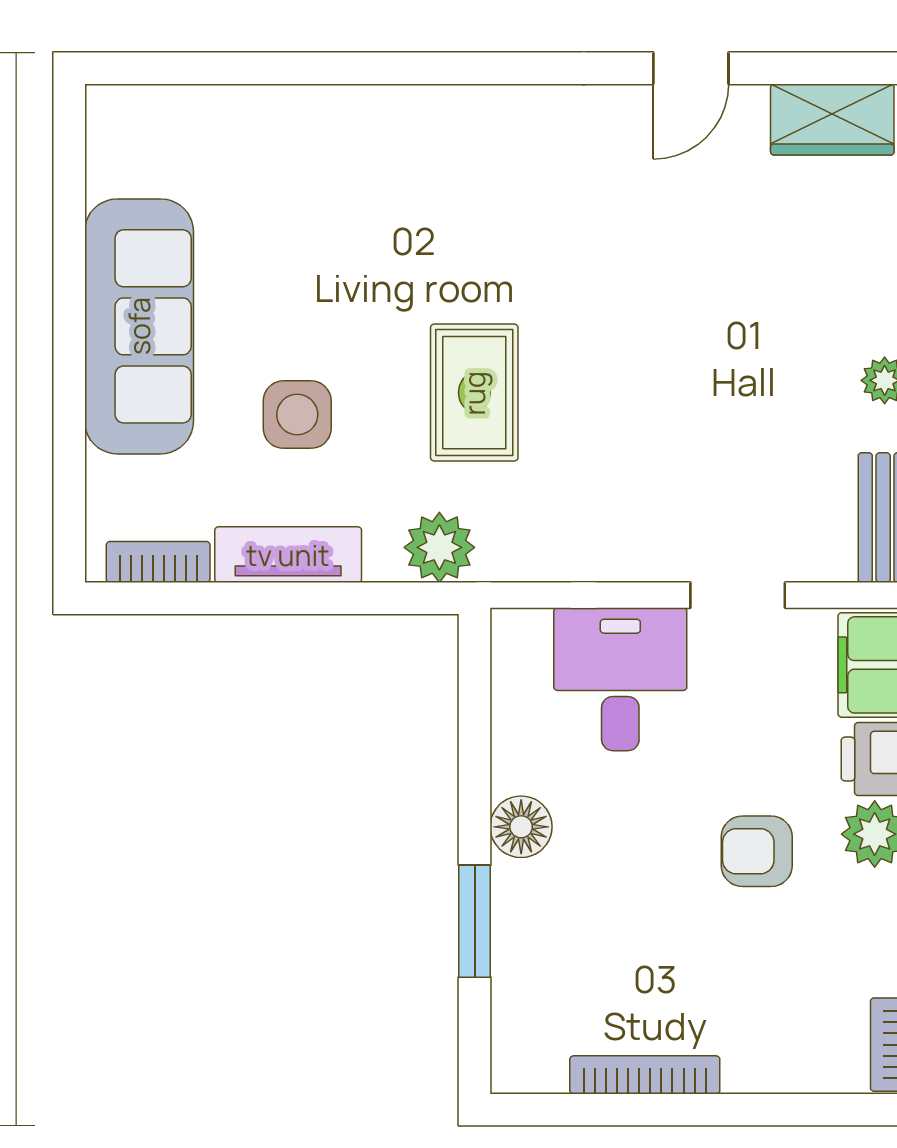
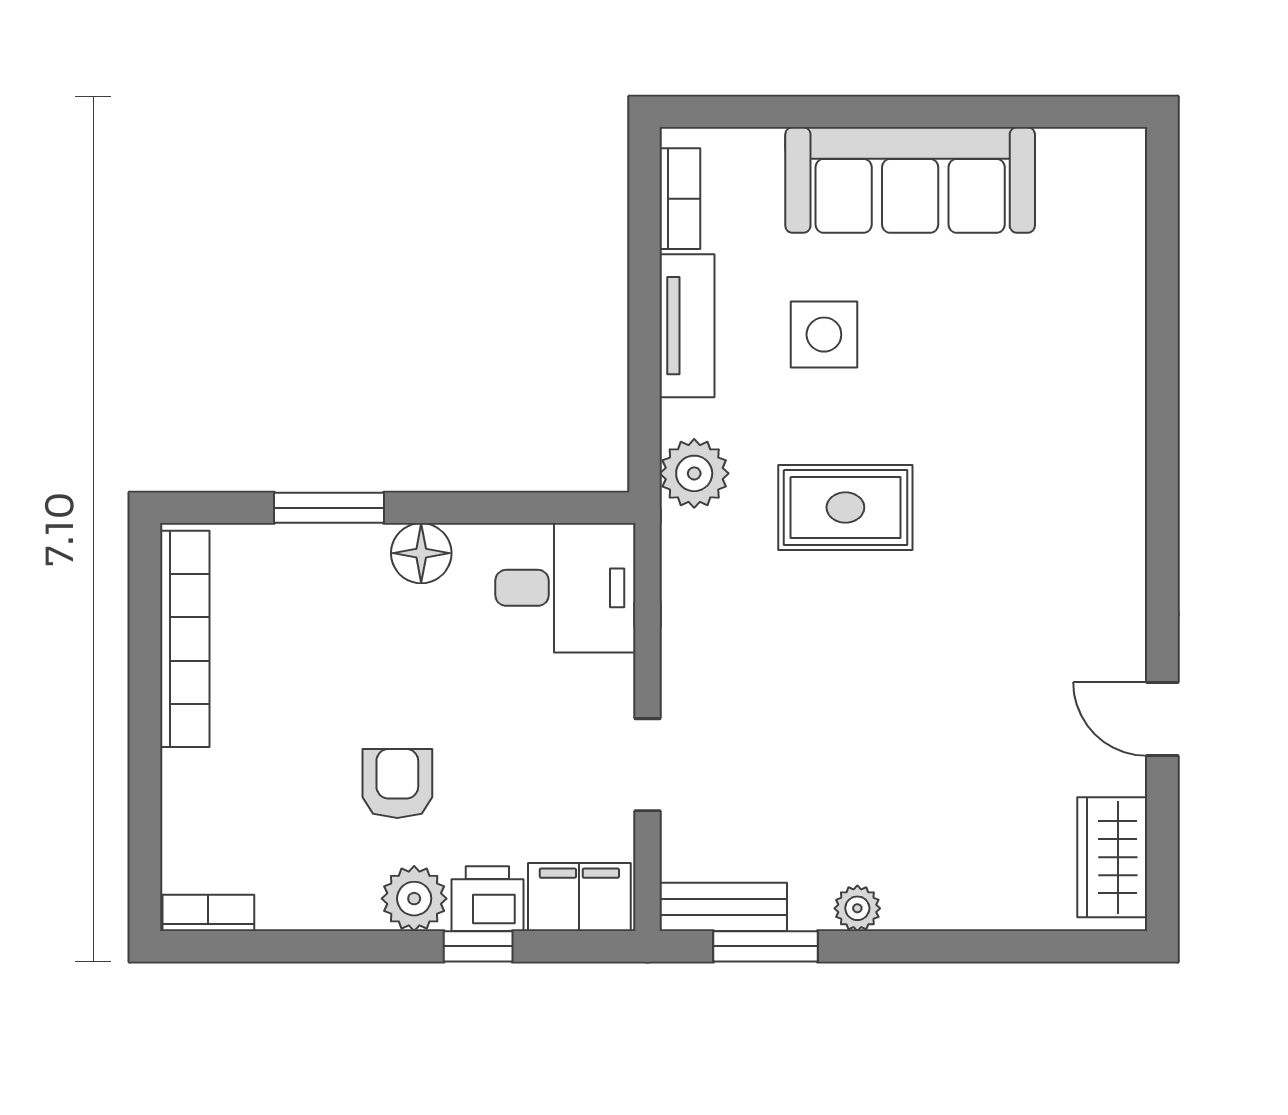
desk: (620, 679) -> (565, 588), moved
bookcase: (645, 1075) -> (185, 639), width x1.48, depth x1.31

